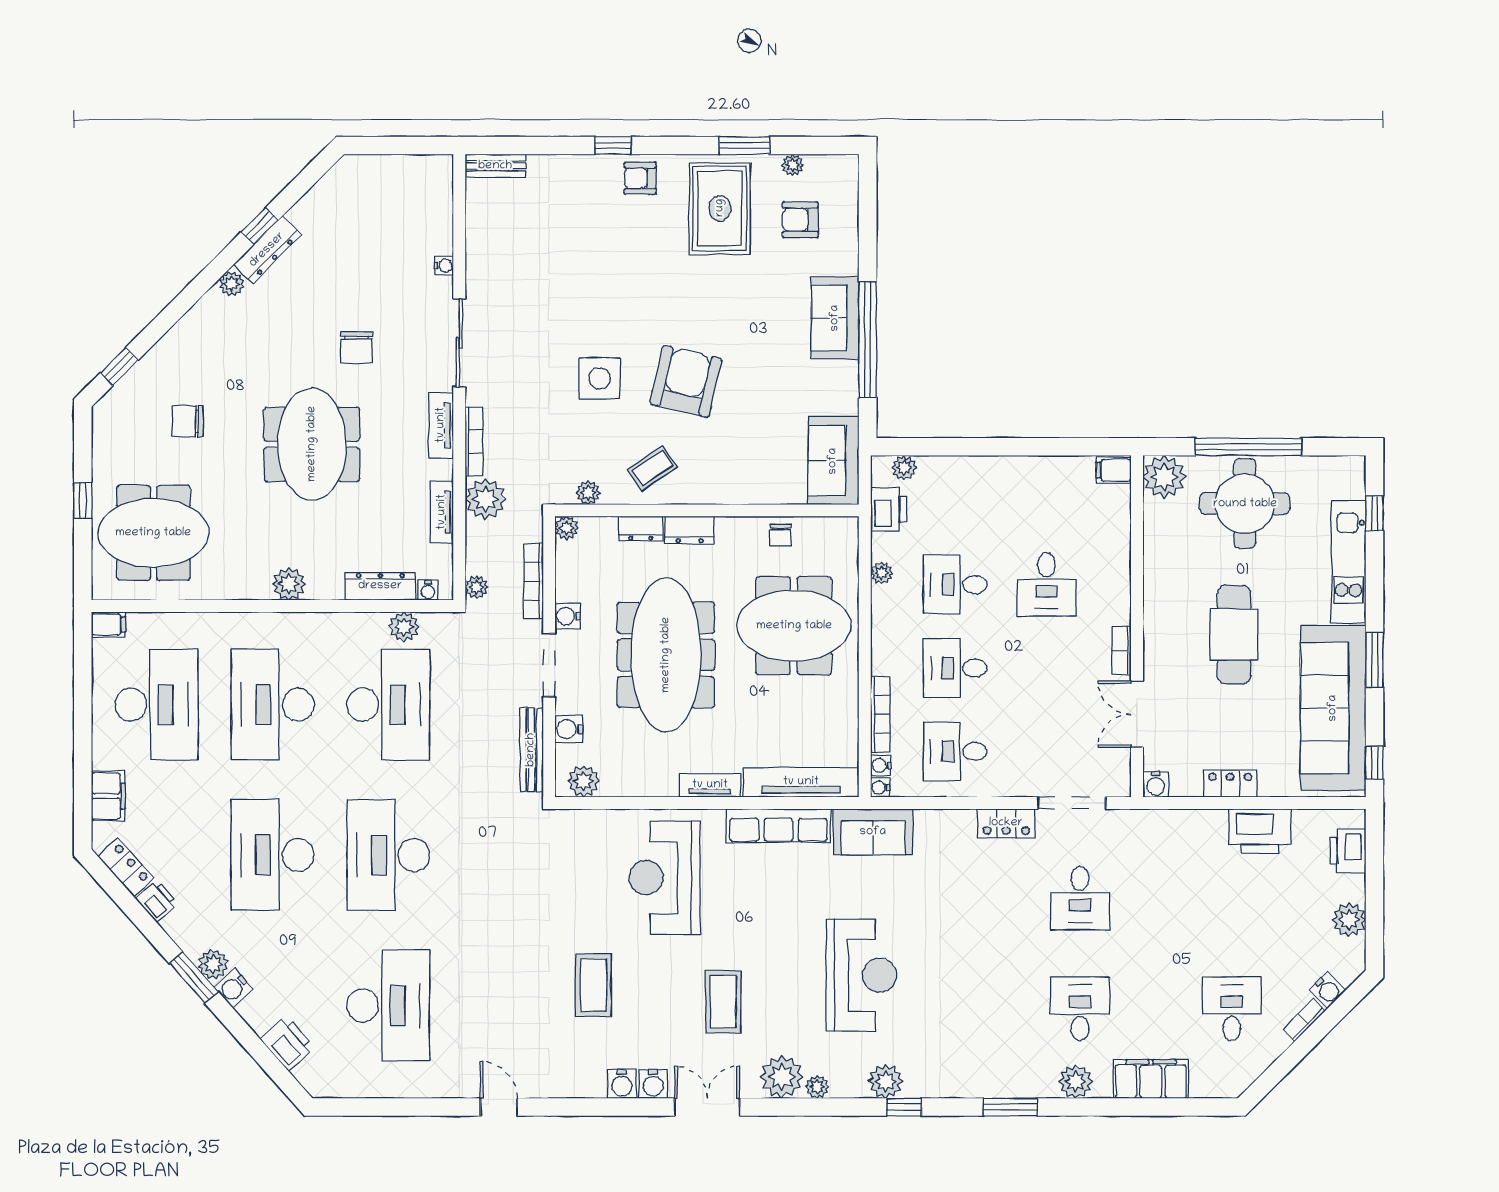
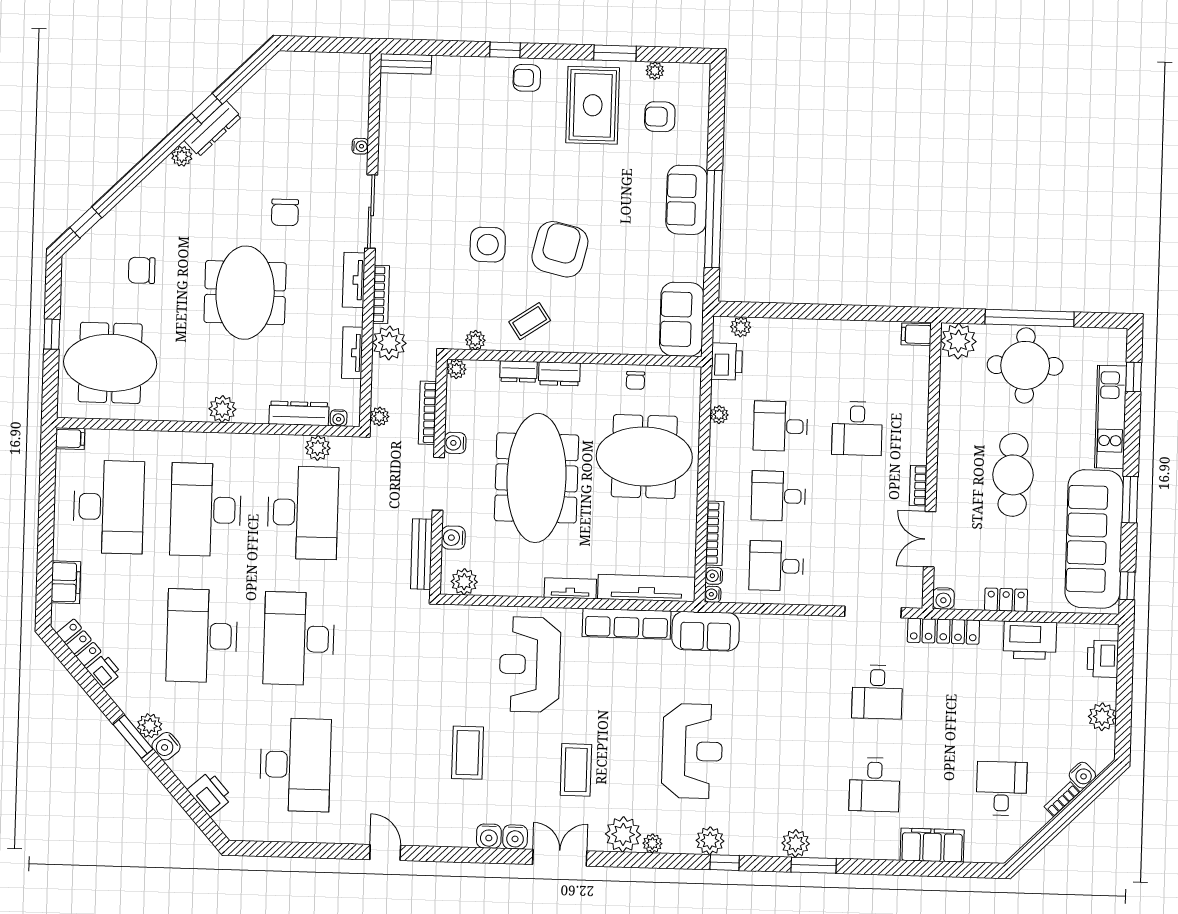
locker: (1006, 823) -> (943, 631), moved, width x1.53
desk: (1080, 1009) -> (875, 785), turned 180
plant: (1076, 1082) -> (796, 843), moved

